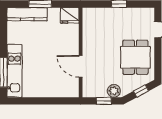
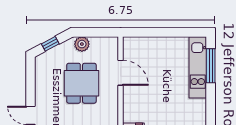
dining table: (135, 57) -> (81, 83), moved
window: (104, 101) -> (94, 32), removed

